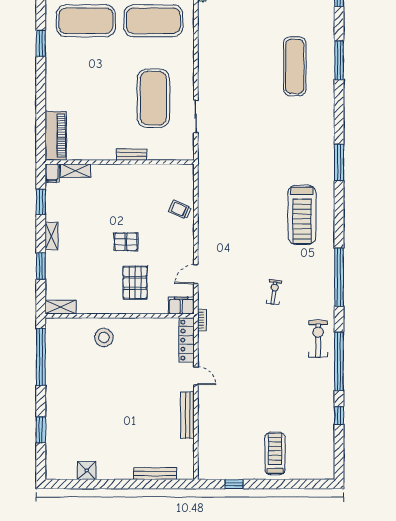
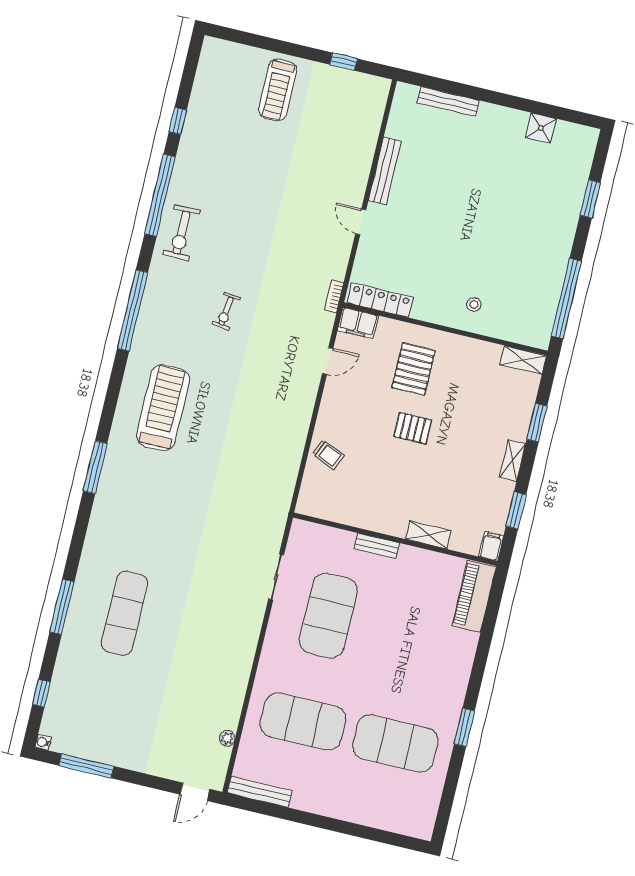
shelving: (75, 171) -> (428, 535), moved
stool: (104, 337) -> (474, 304), width x0.53, depth x0.53
locker: (187, 340) -> (380, 300), moved, turned -90

